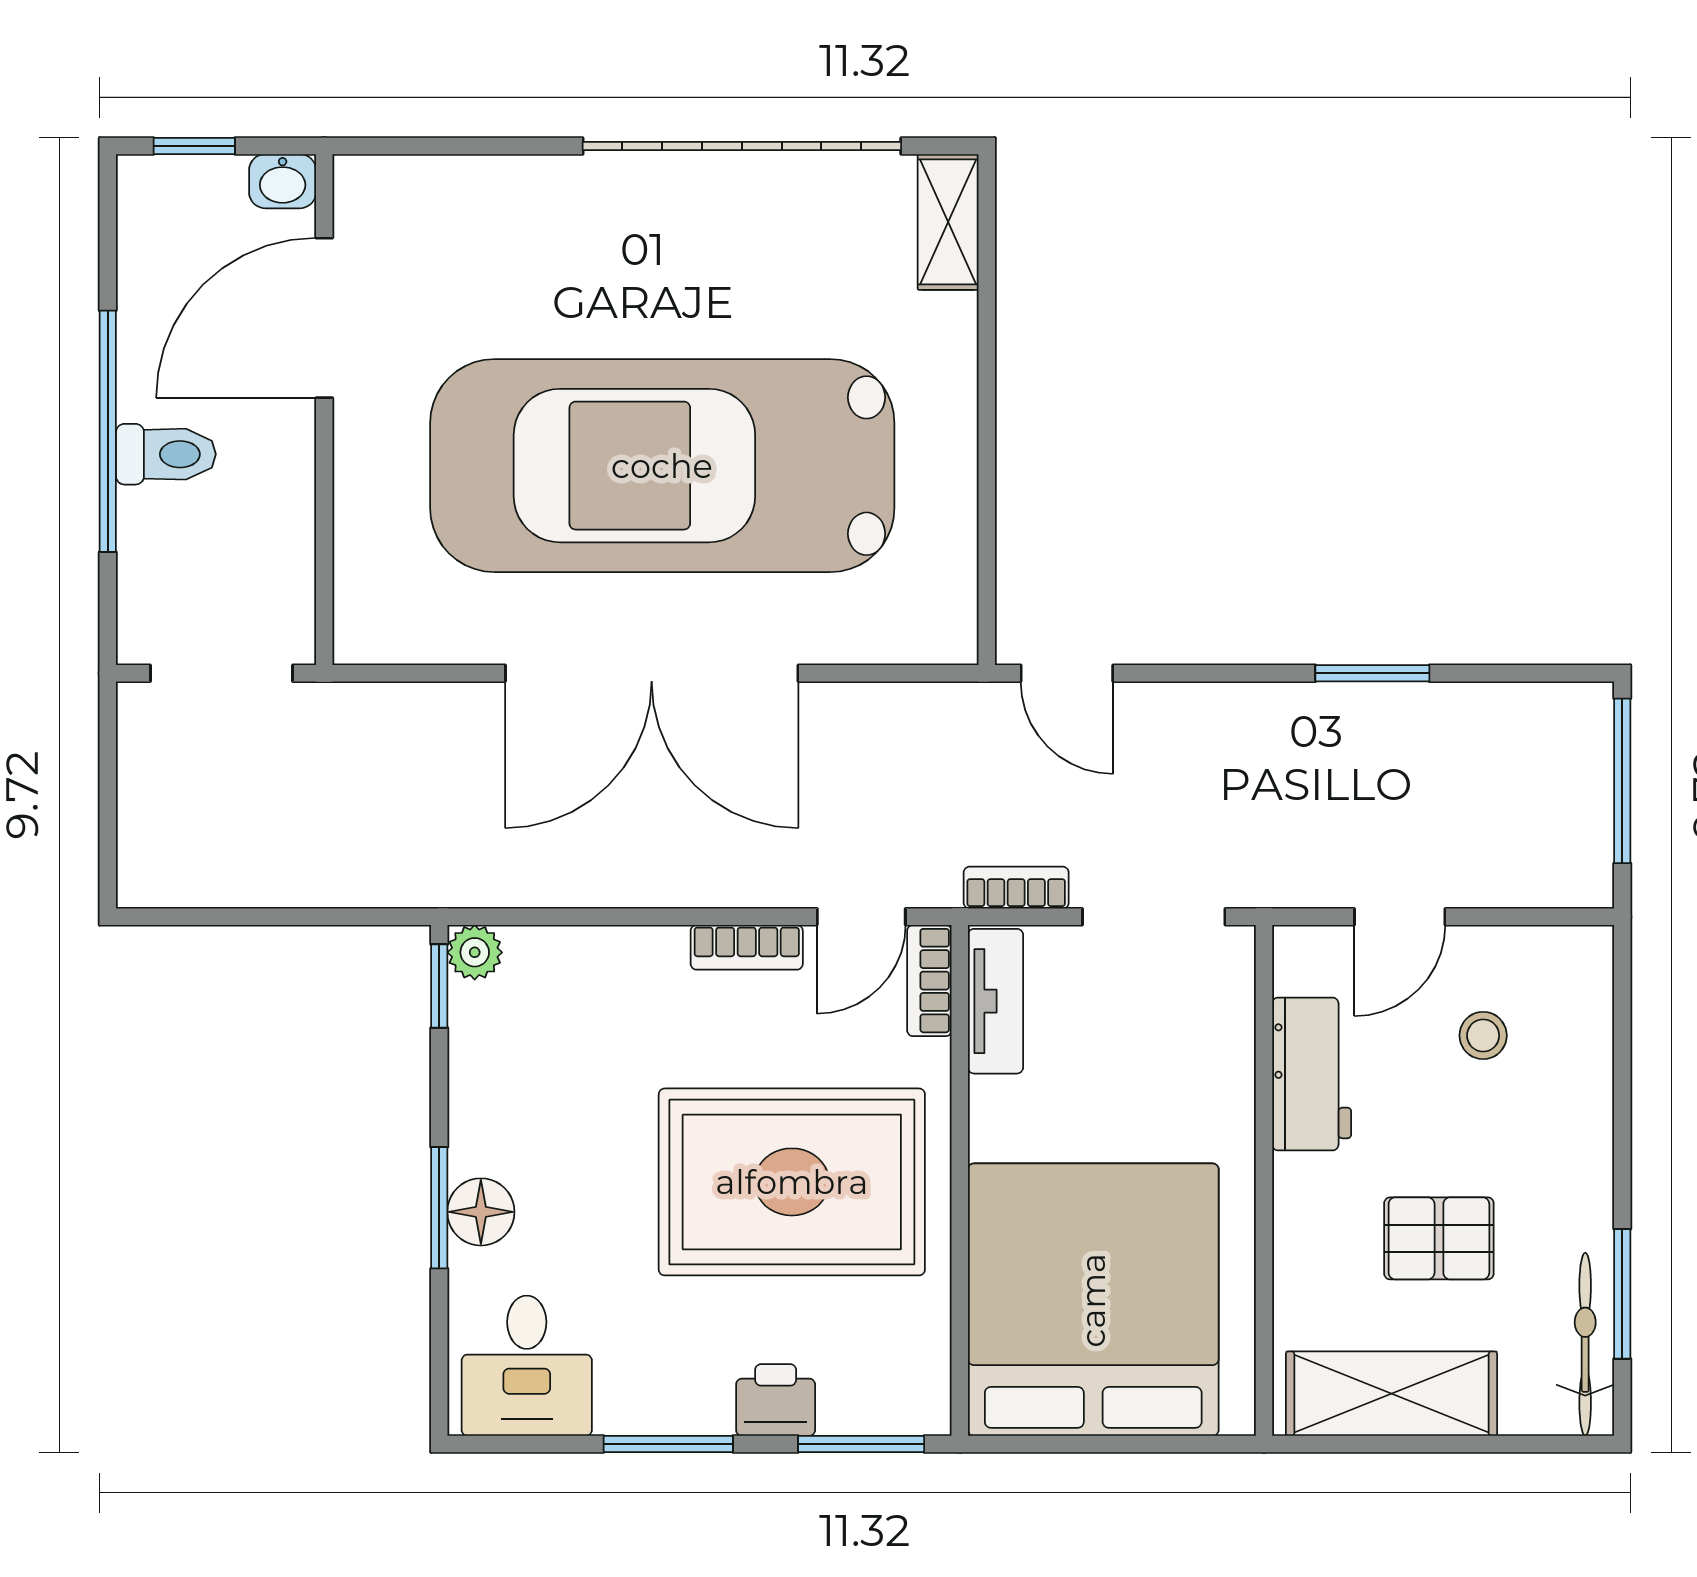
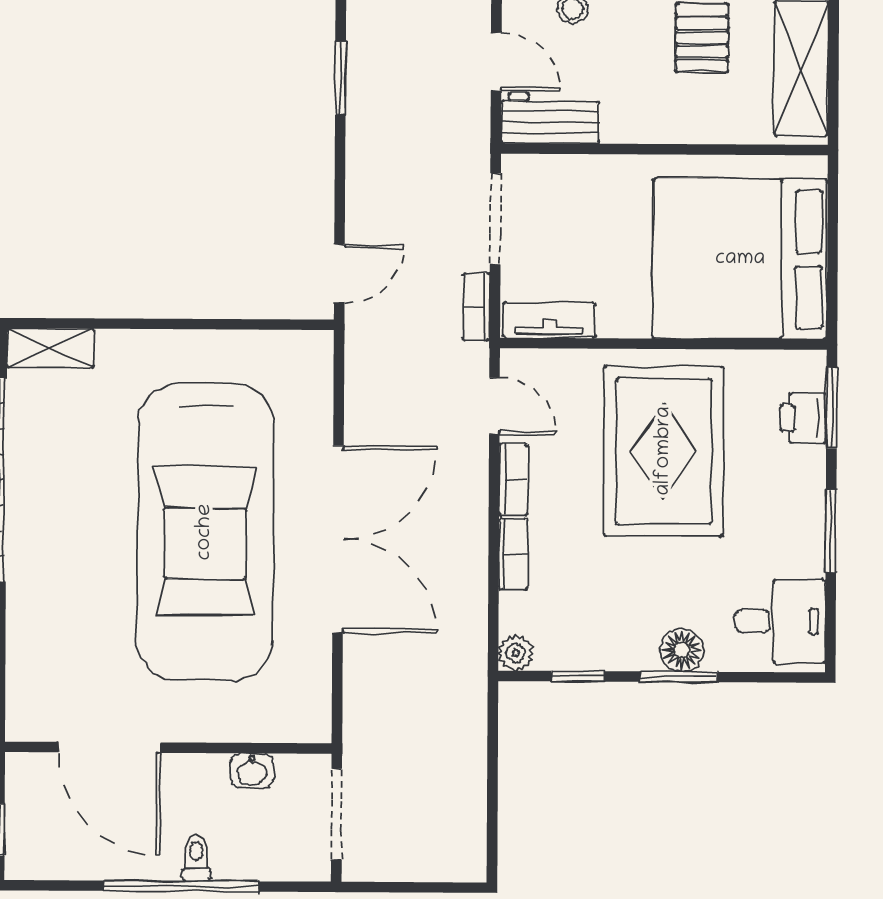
washbasin: (283, 181) -> (252, 771), moved, turned 90
toilet: (166, 454) -> (196, 858), width x0.73, depth x0.72
bookcase: (929, 981) -> (513, 554), moved, turned -90
window: (439, 986) -> (578, 676), moved
workbench: (1312, 1074) -> (550, 118), moved
printer: (776, 1400) -> (803, 418), moved

